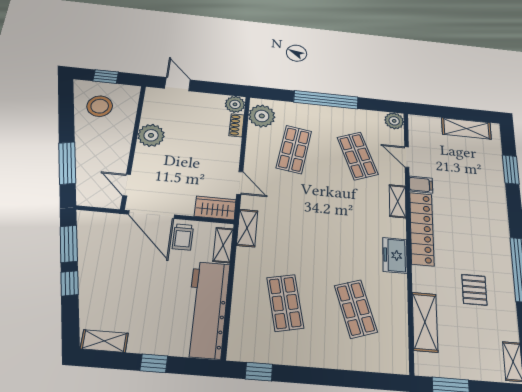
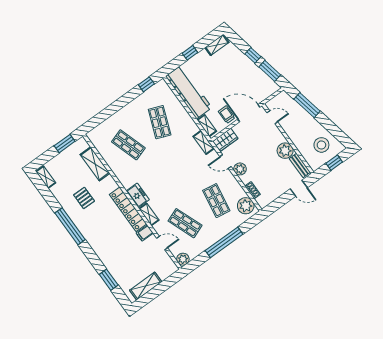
plant: (235, 104) -> (240, 169), moved
bench: (150, 106) -> (300, 165), added
freezer: (395, 255) -> (138, 195), moved
shop shelf: (285, 303) -> (160, 122), turned 33

